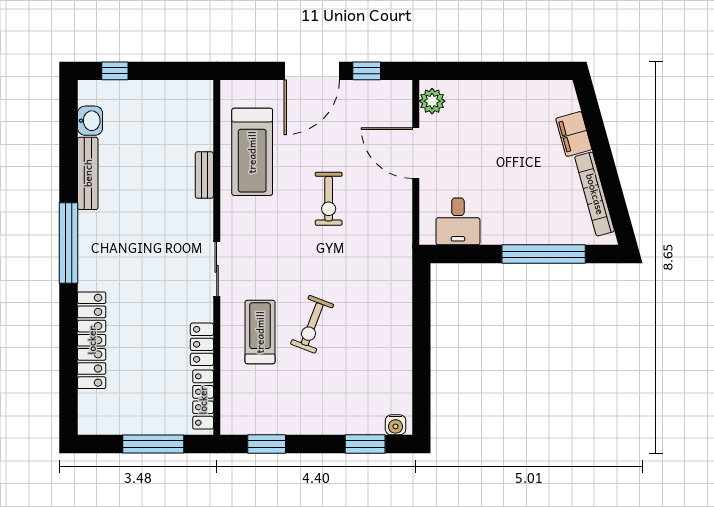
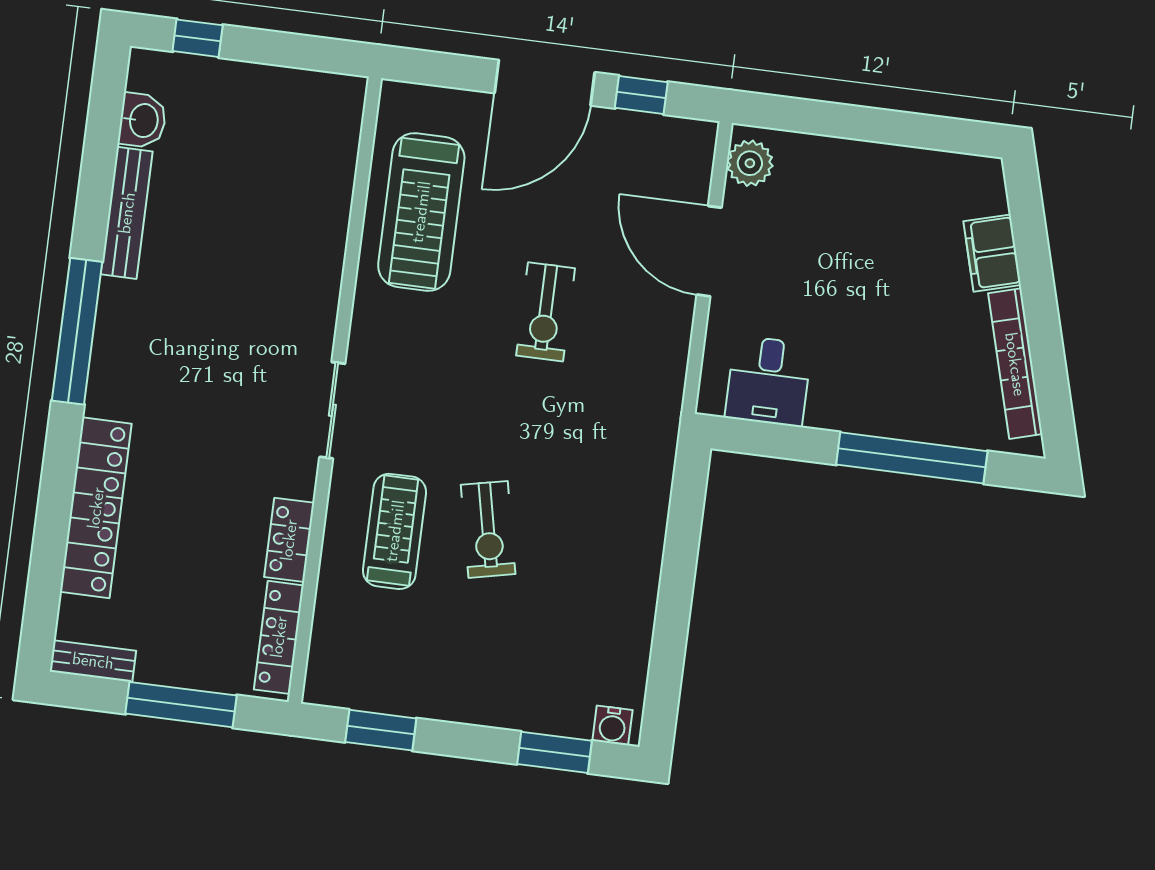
bench: (204, 175) -> (93, 661), moved, turned 90
exercise bike: (312, 324) -> (488, 529), turned -33

